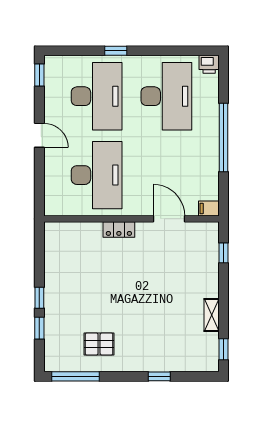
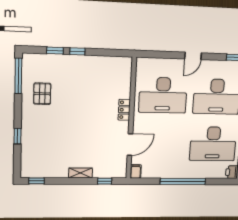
shelving: (212, 315) -> (80, 173), moved

